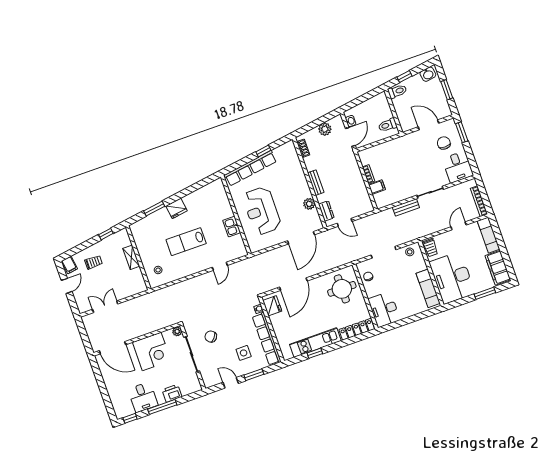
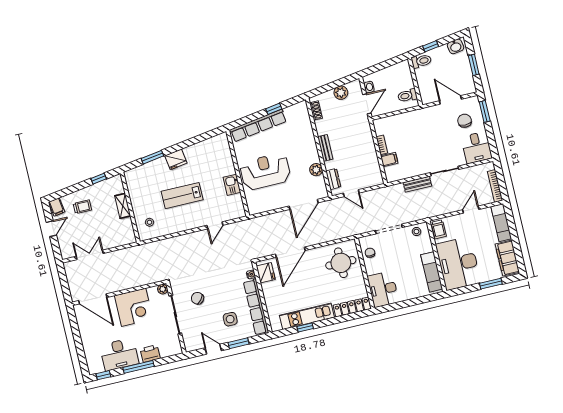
reception desk: (262, 211) -> (265, 172), turned 90
desk: (143, 397) -> (119, 354), width x1.37

